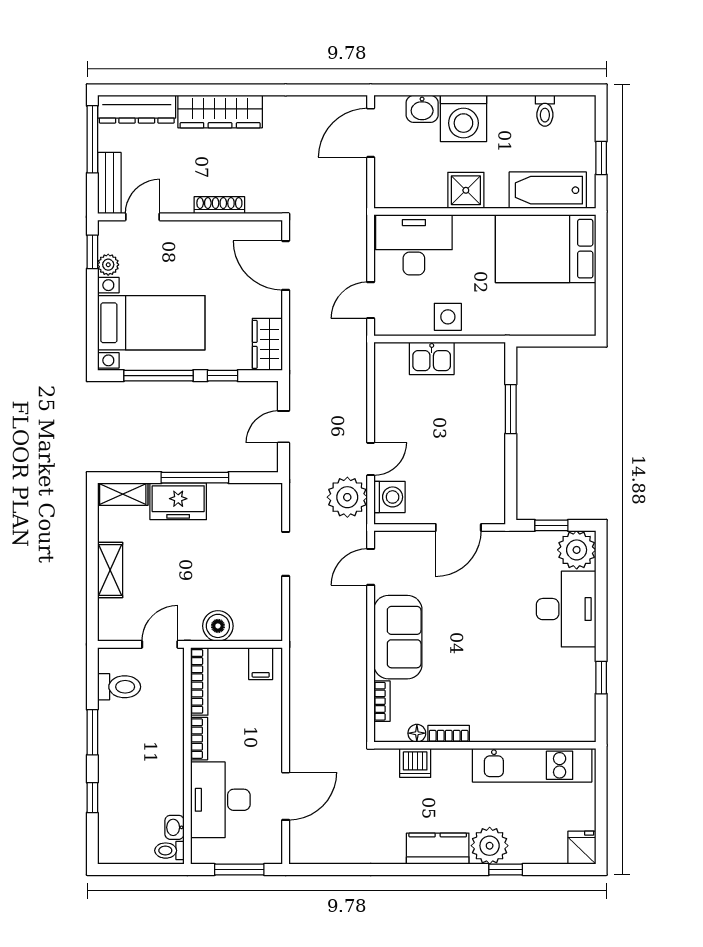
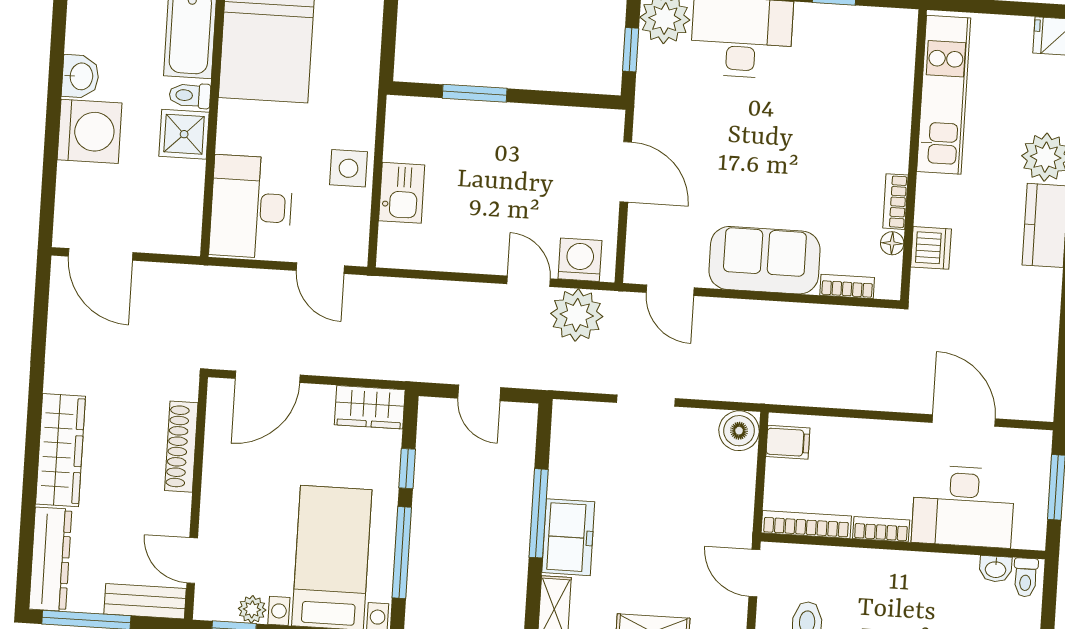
washbasin: (422, 109) -> (80, 76), moved
toilet: (545, 111) -> (190, 95), moved, turned 180
shoe rack: (219, 205) -> (181, 447), width x1.36, depth x1.24
boiler: (218, 626) -> (739, 431), moved

